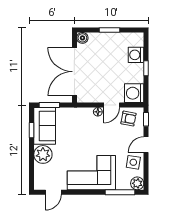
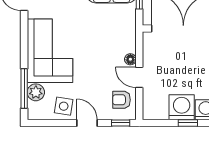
washing machine: (134, 93) -> (182, 107), moved
armchair: (128, 119) -> (121, 100), turned 79
plant: (137, 183) -> (36, 92), moved

